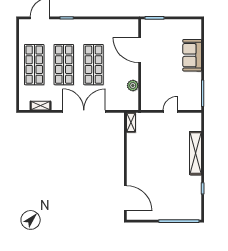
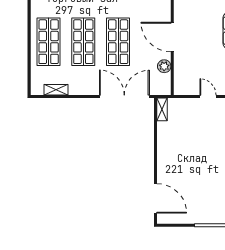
door: (140, 50) -> (172, 37), moved
double door: (84, 111) -> (124, 97), moved
door: (170, 111) -> (208, 97), hinge flipped

